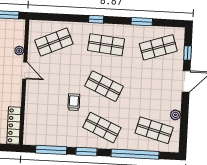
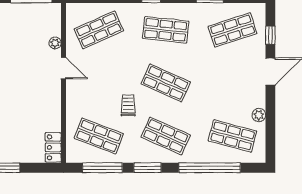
shop shelf: (50, 125) -> (99, 136), added
locker: (14, 126) -> (53, 147), width x0.66

